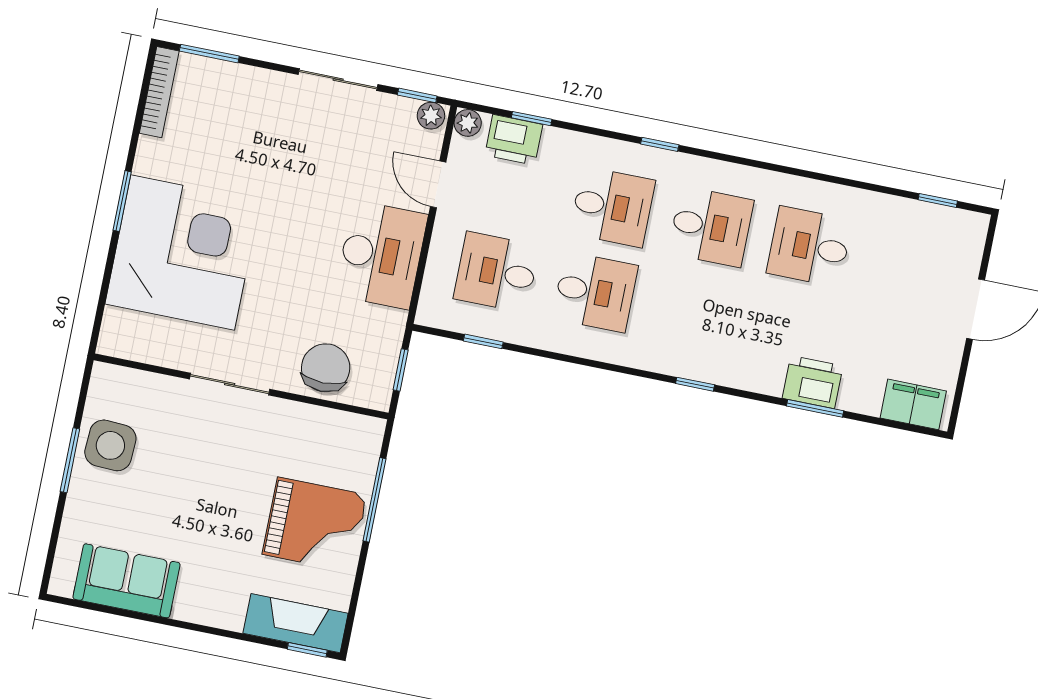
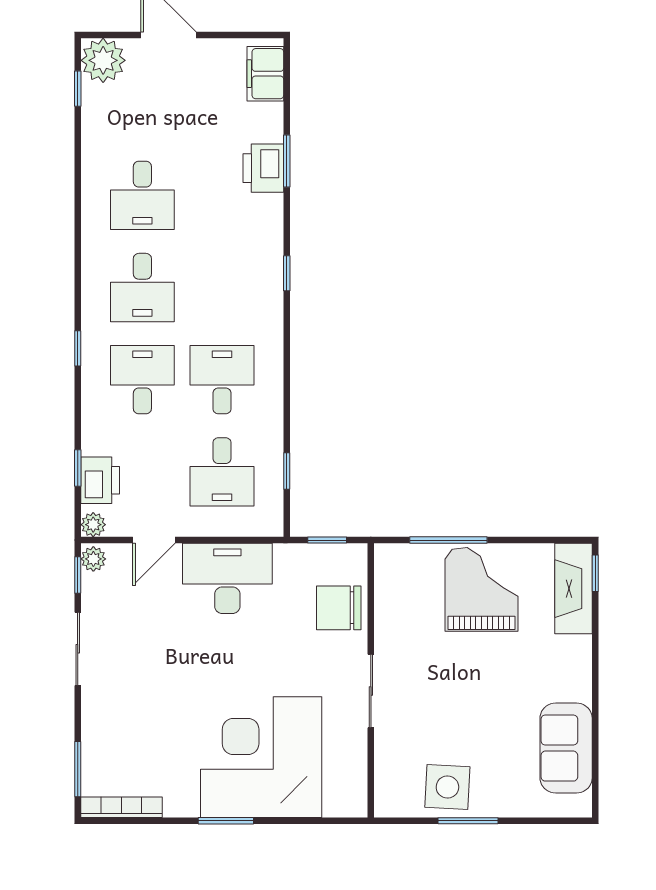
desk: (711, 227) -> (142, 288), turned 180
plant: (962, 234) -> (103, 60), added

